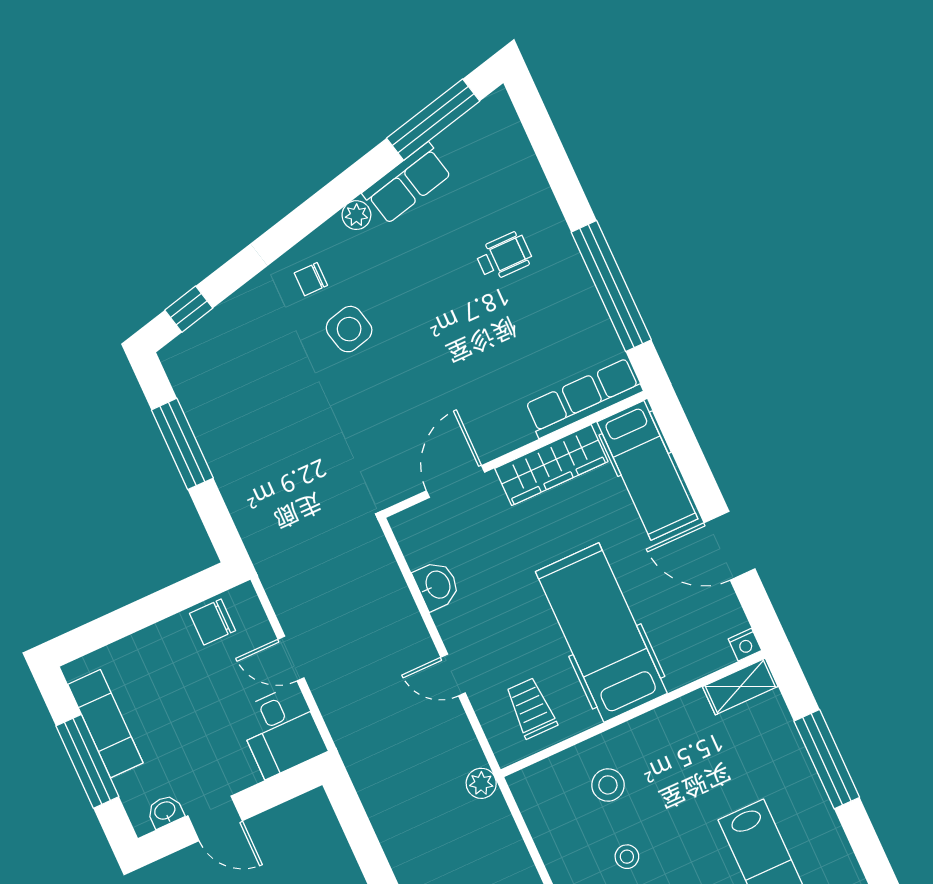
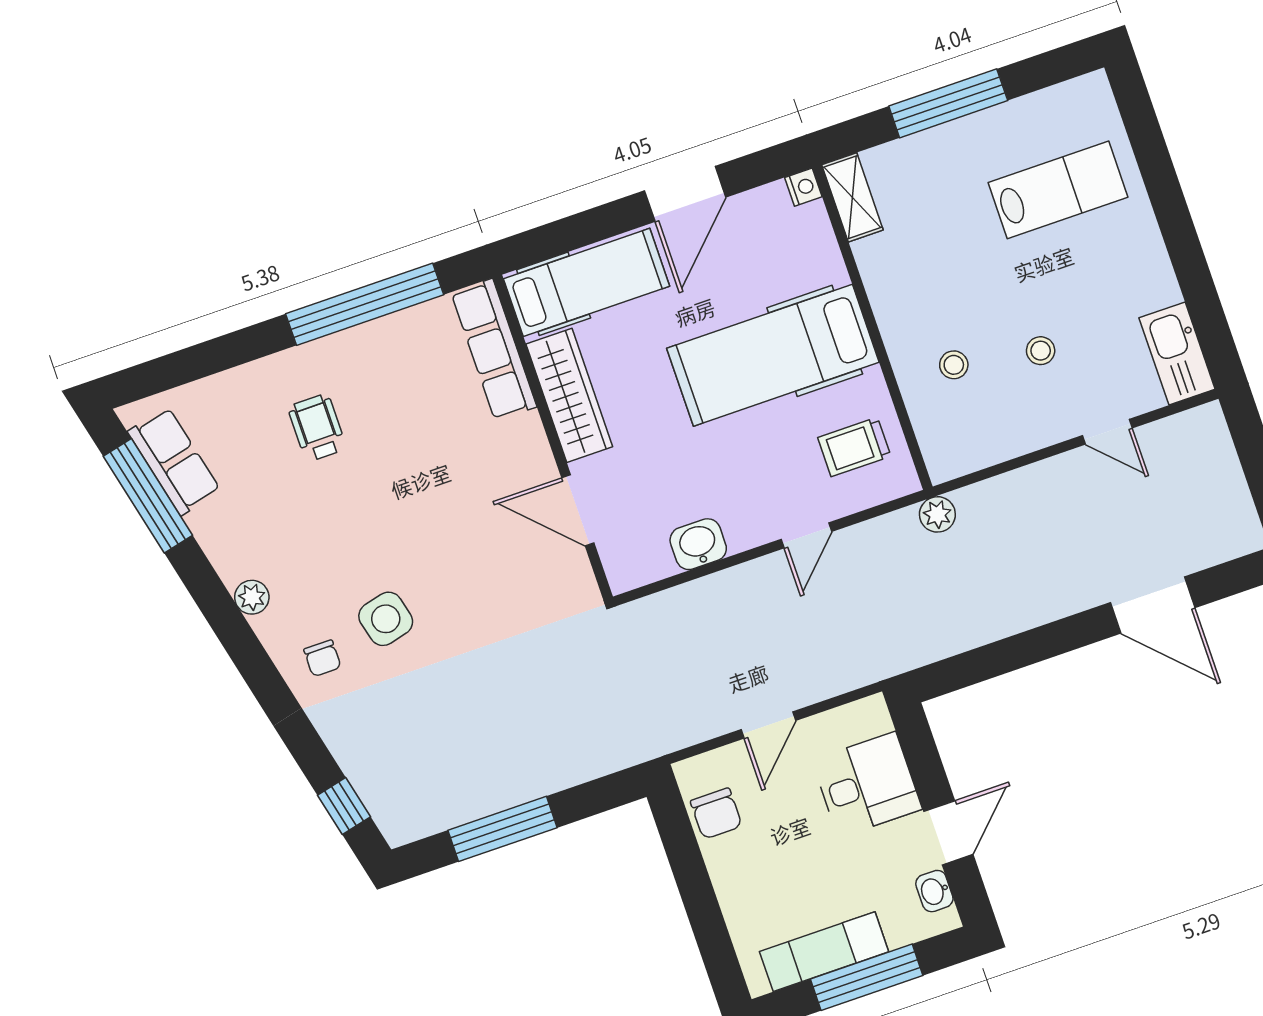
row of seats: (407, 183) -> (174, 461), moved
desk: (281, 731) -> (867, 785), moved
stool: (608, 785) -> (954, 365), width x0.73, depth x0.73

